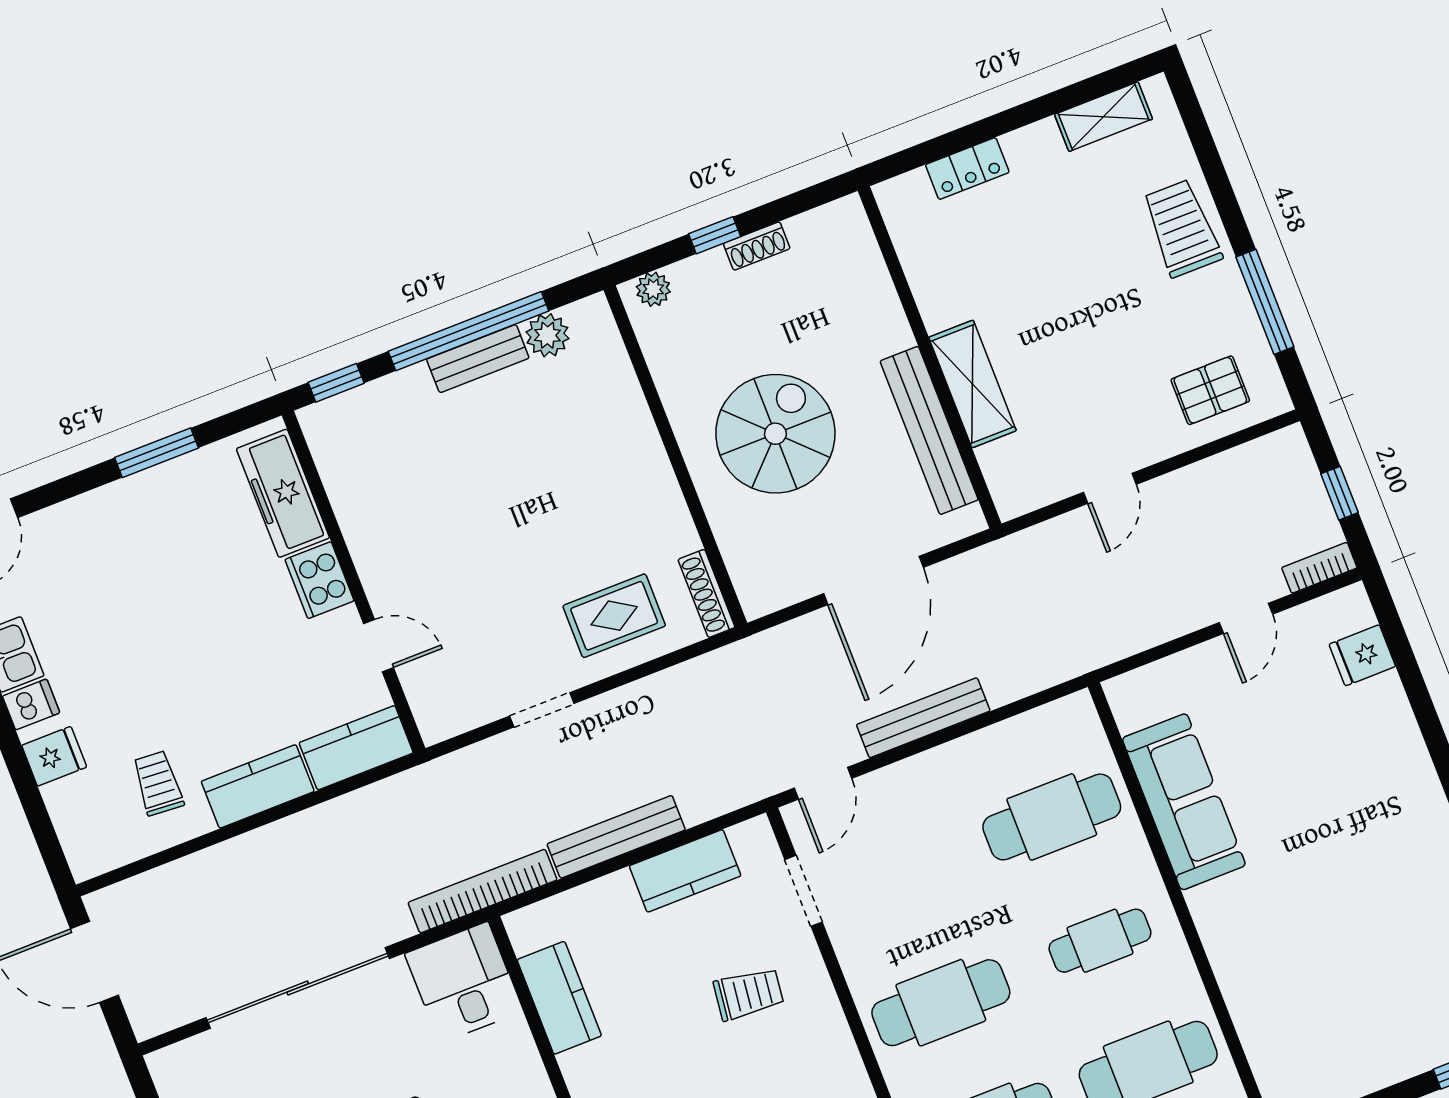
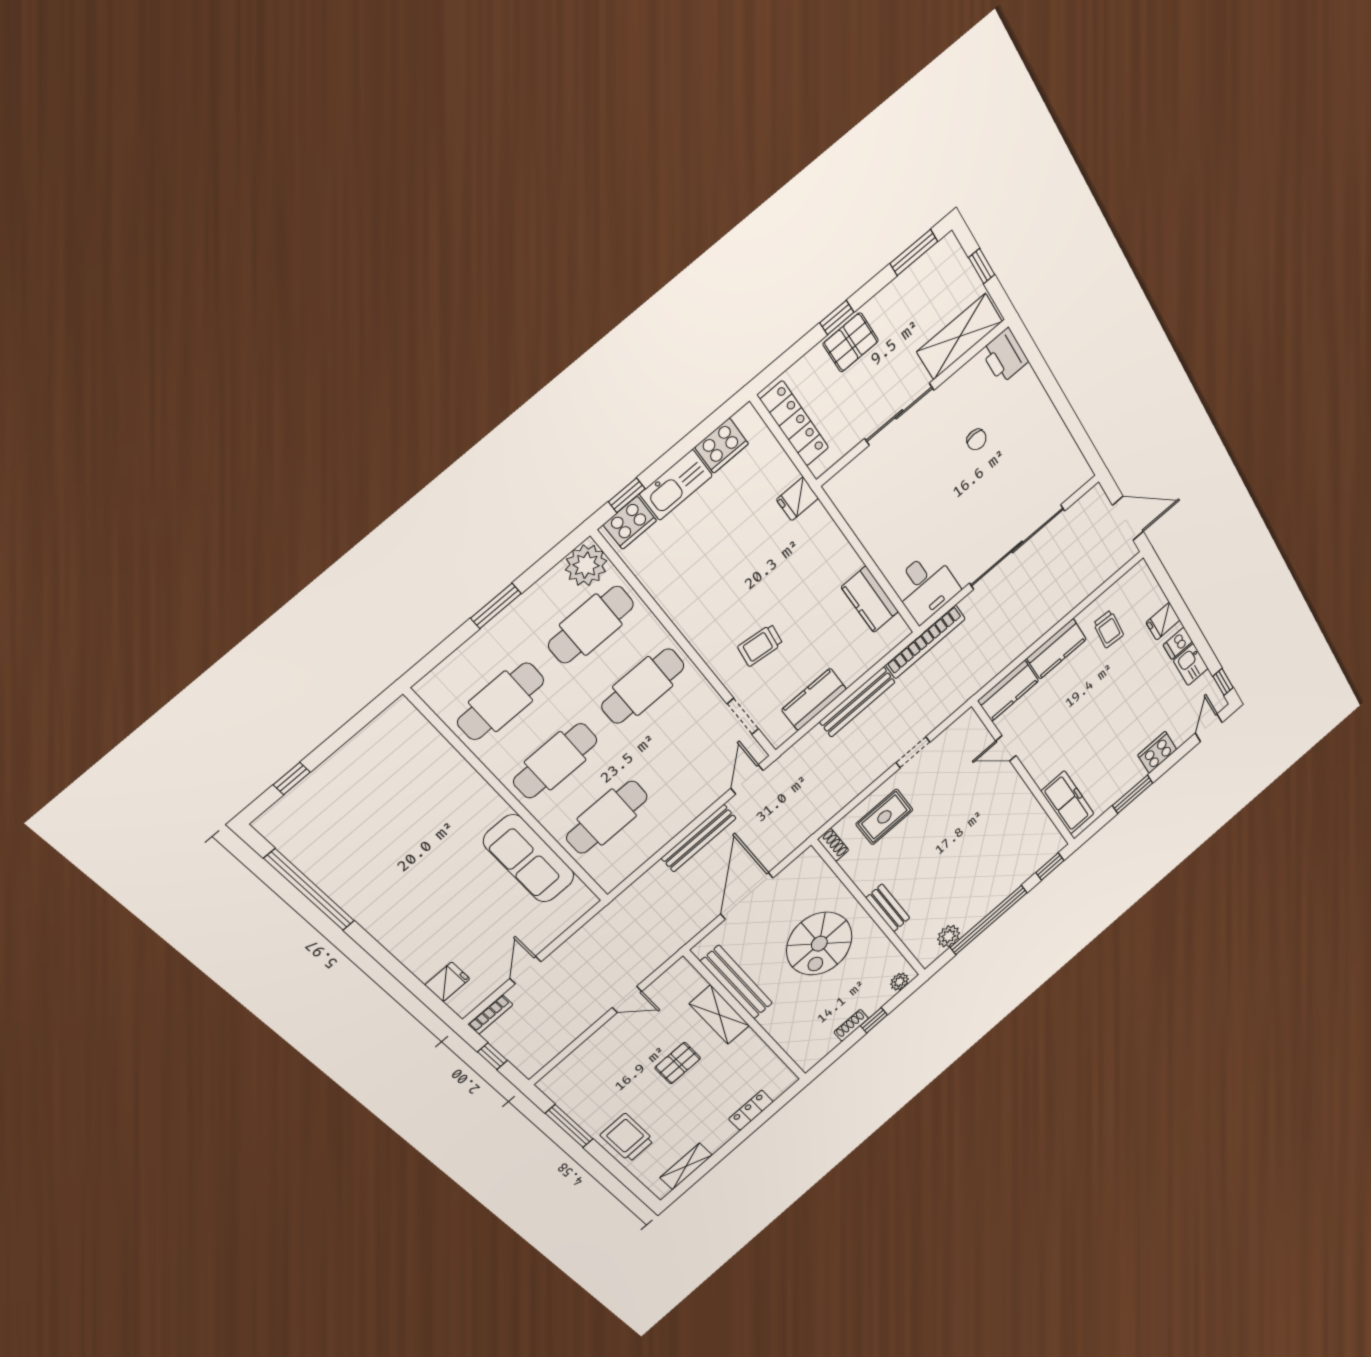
trolley: (1182, 228) -> (627, 1138), turned 180
bench: (478, 359) -> (888, 908), moved, turned 90
pallet: (1210, 390) -> (678, 1063), moved
door: (1110, 488) -> (627, 999), swing flipped
cooker: (319, 580) -> (1157, 752), moved, turned -90
shoe rack: (707, 593) -> (833, 845), width x0.70
cafe table: (1100, 941) -> (555, 761), width x1.37, depth x1.35

